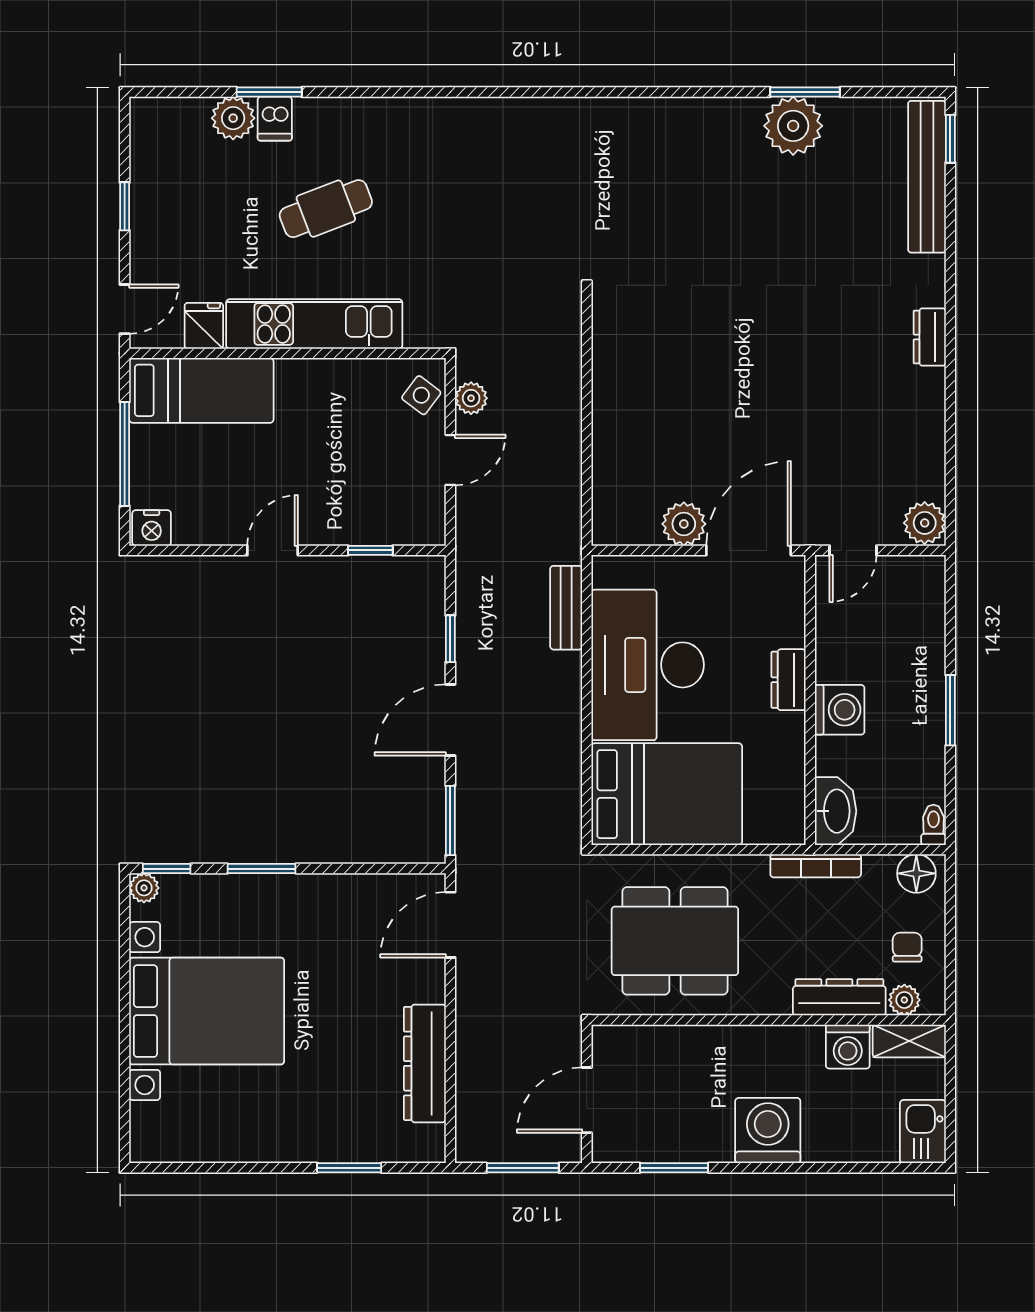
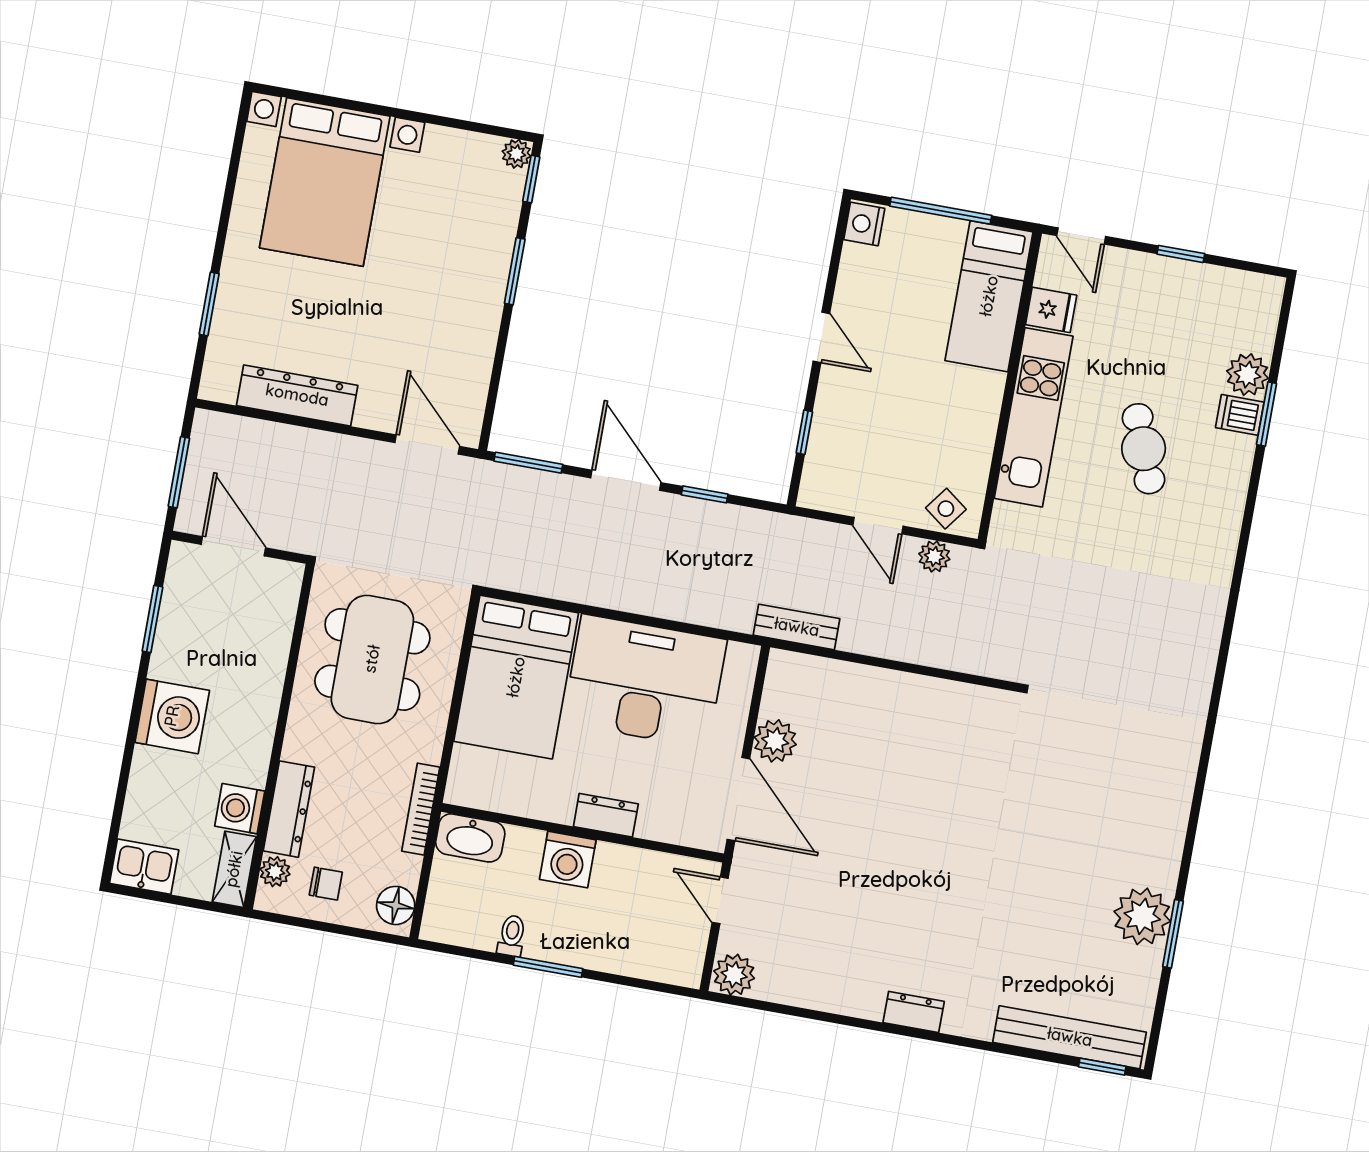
bench: (566, 608) -> (797, 627), moved
toilet: (933, 825) -> (512, 936), moved, turned -90
bed with nightstands: (207, 1011) -> (325, 182), moved

